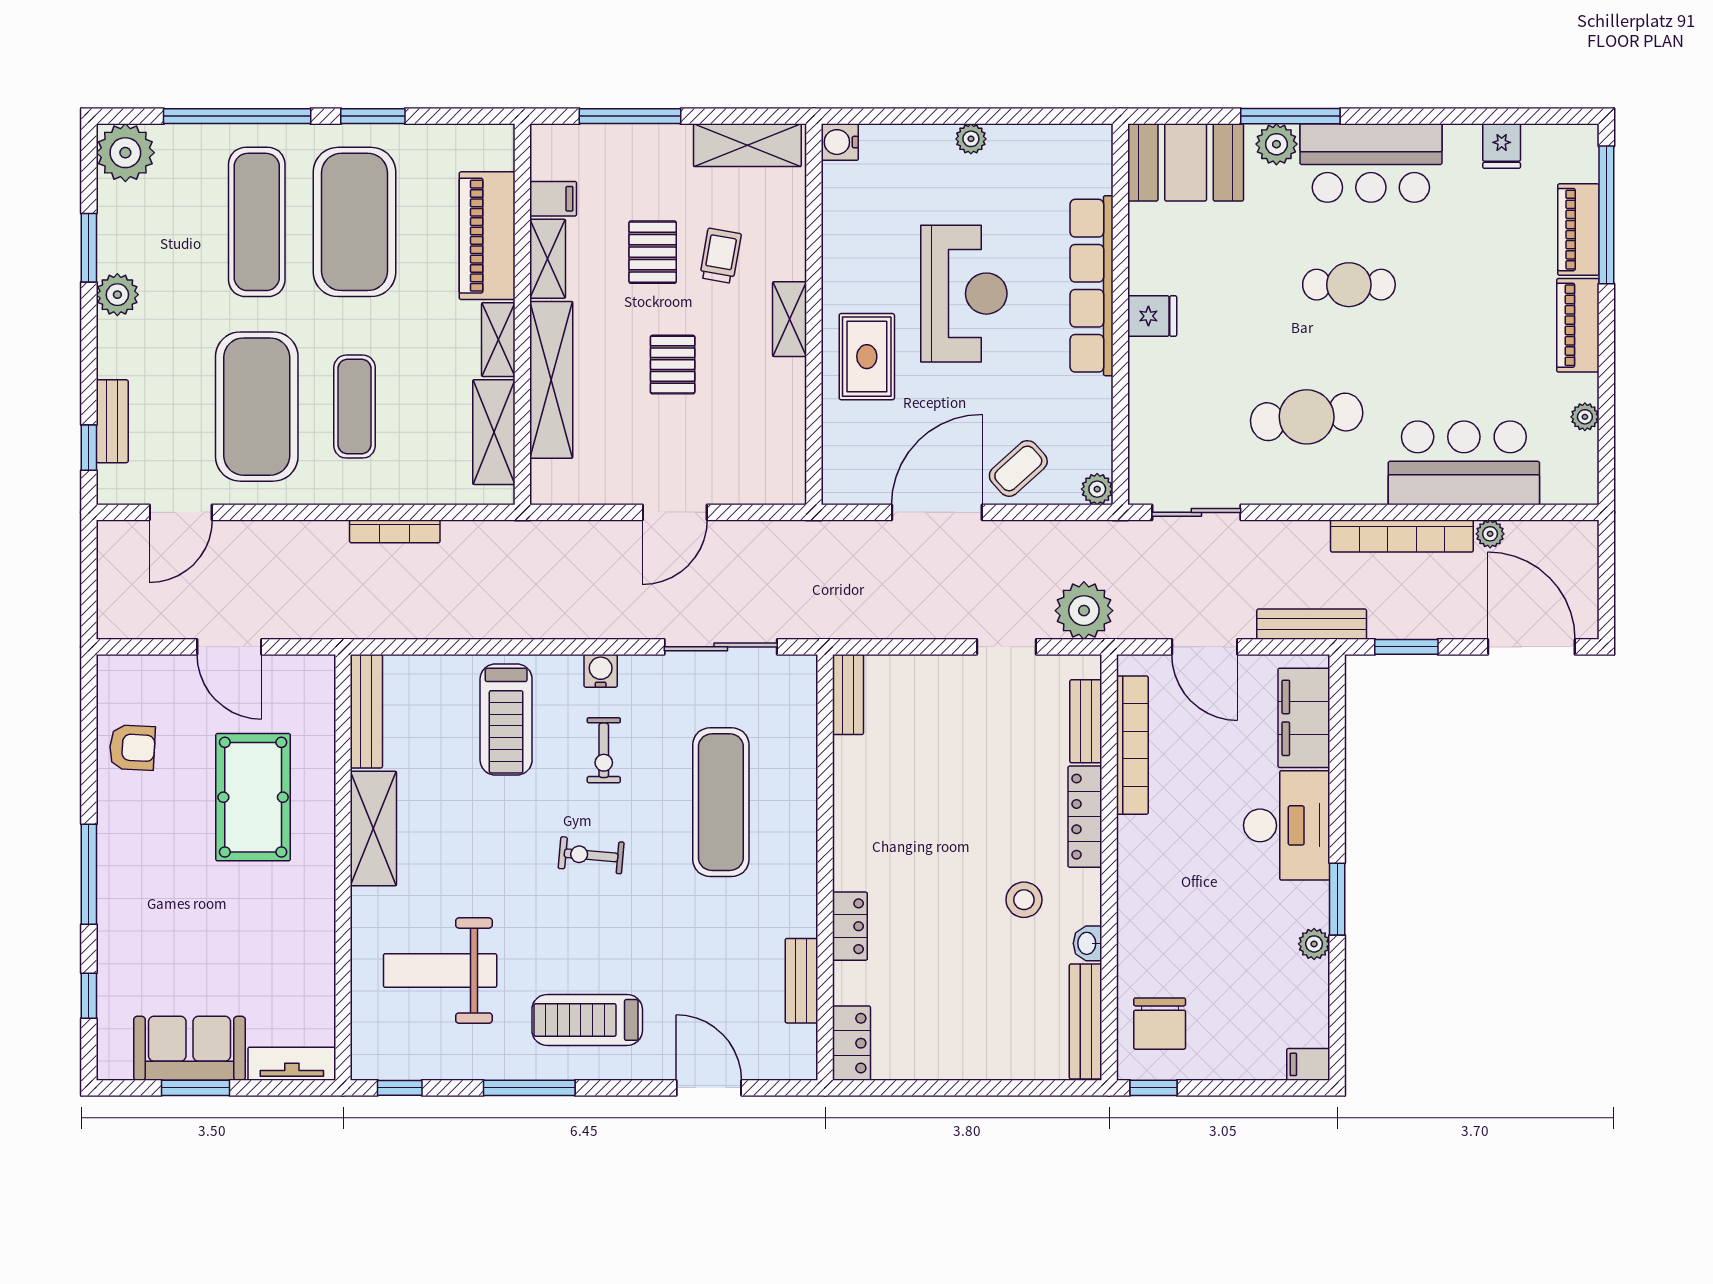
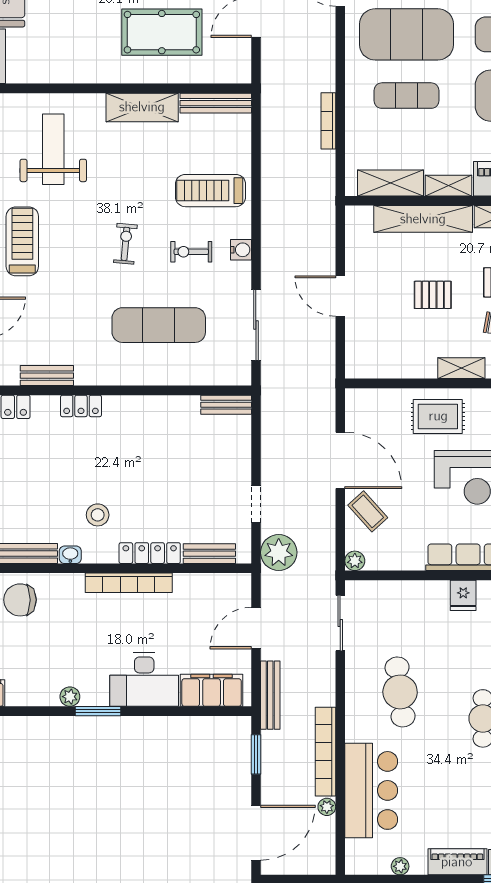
bookcase: (1132, 745) -> (129, 583), moved

